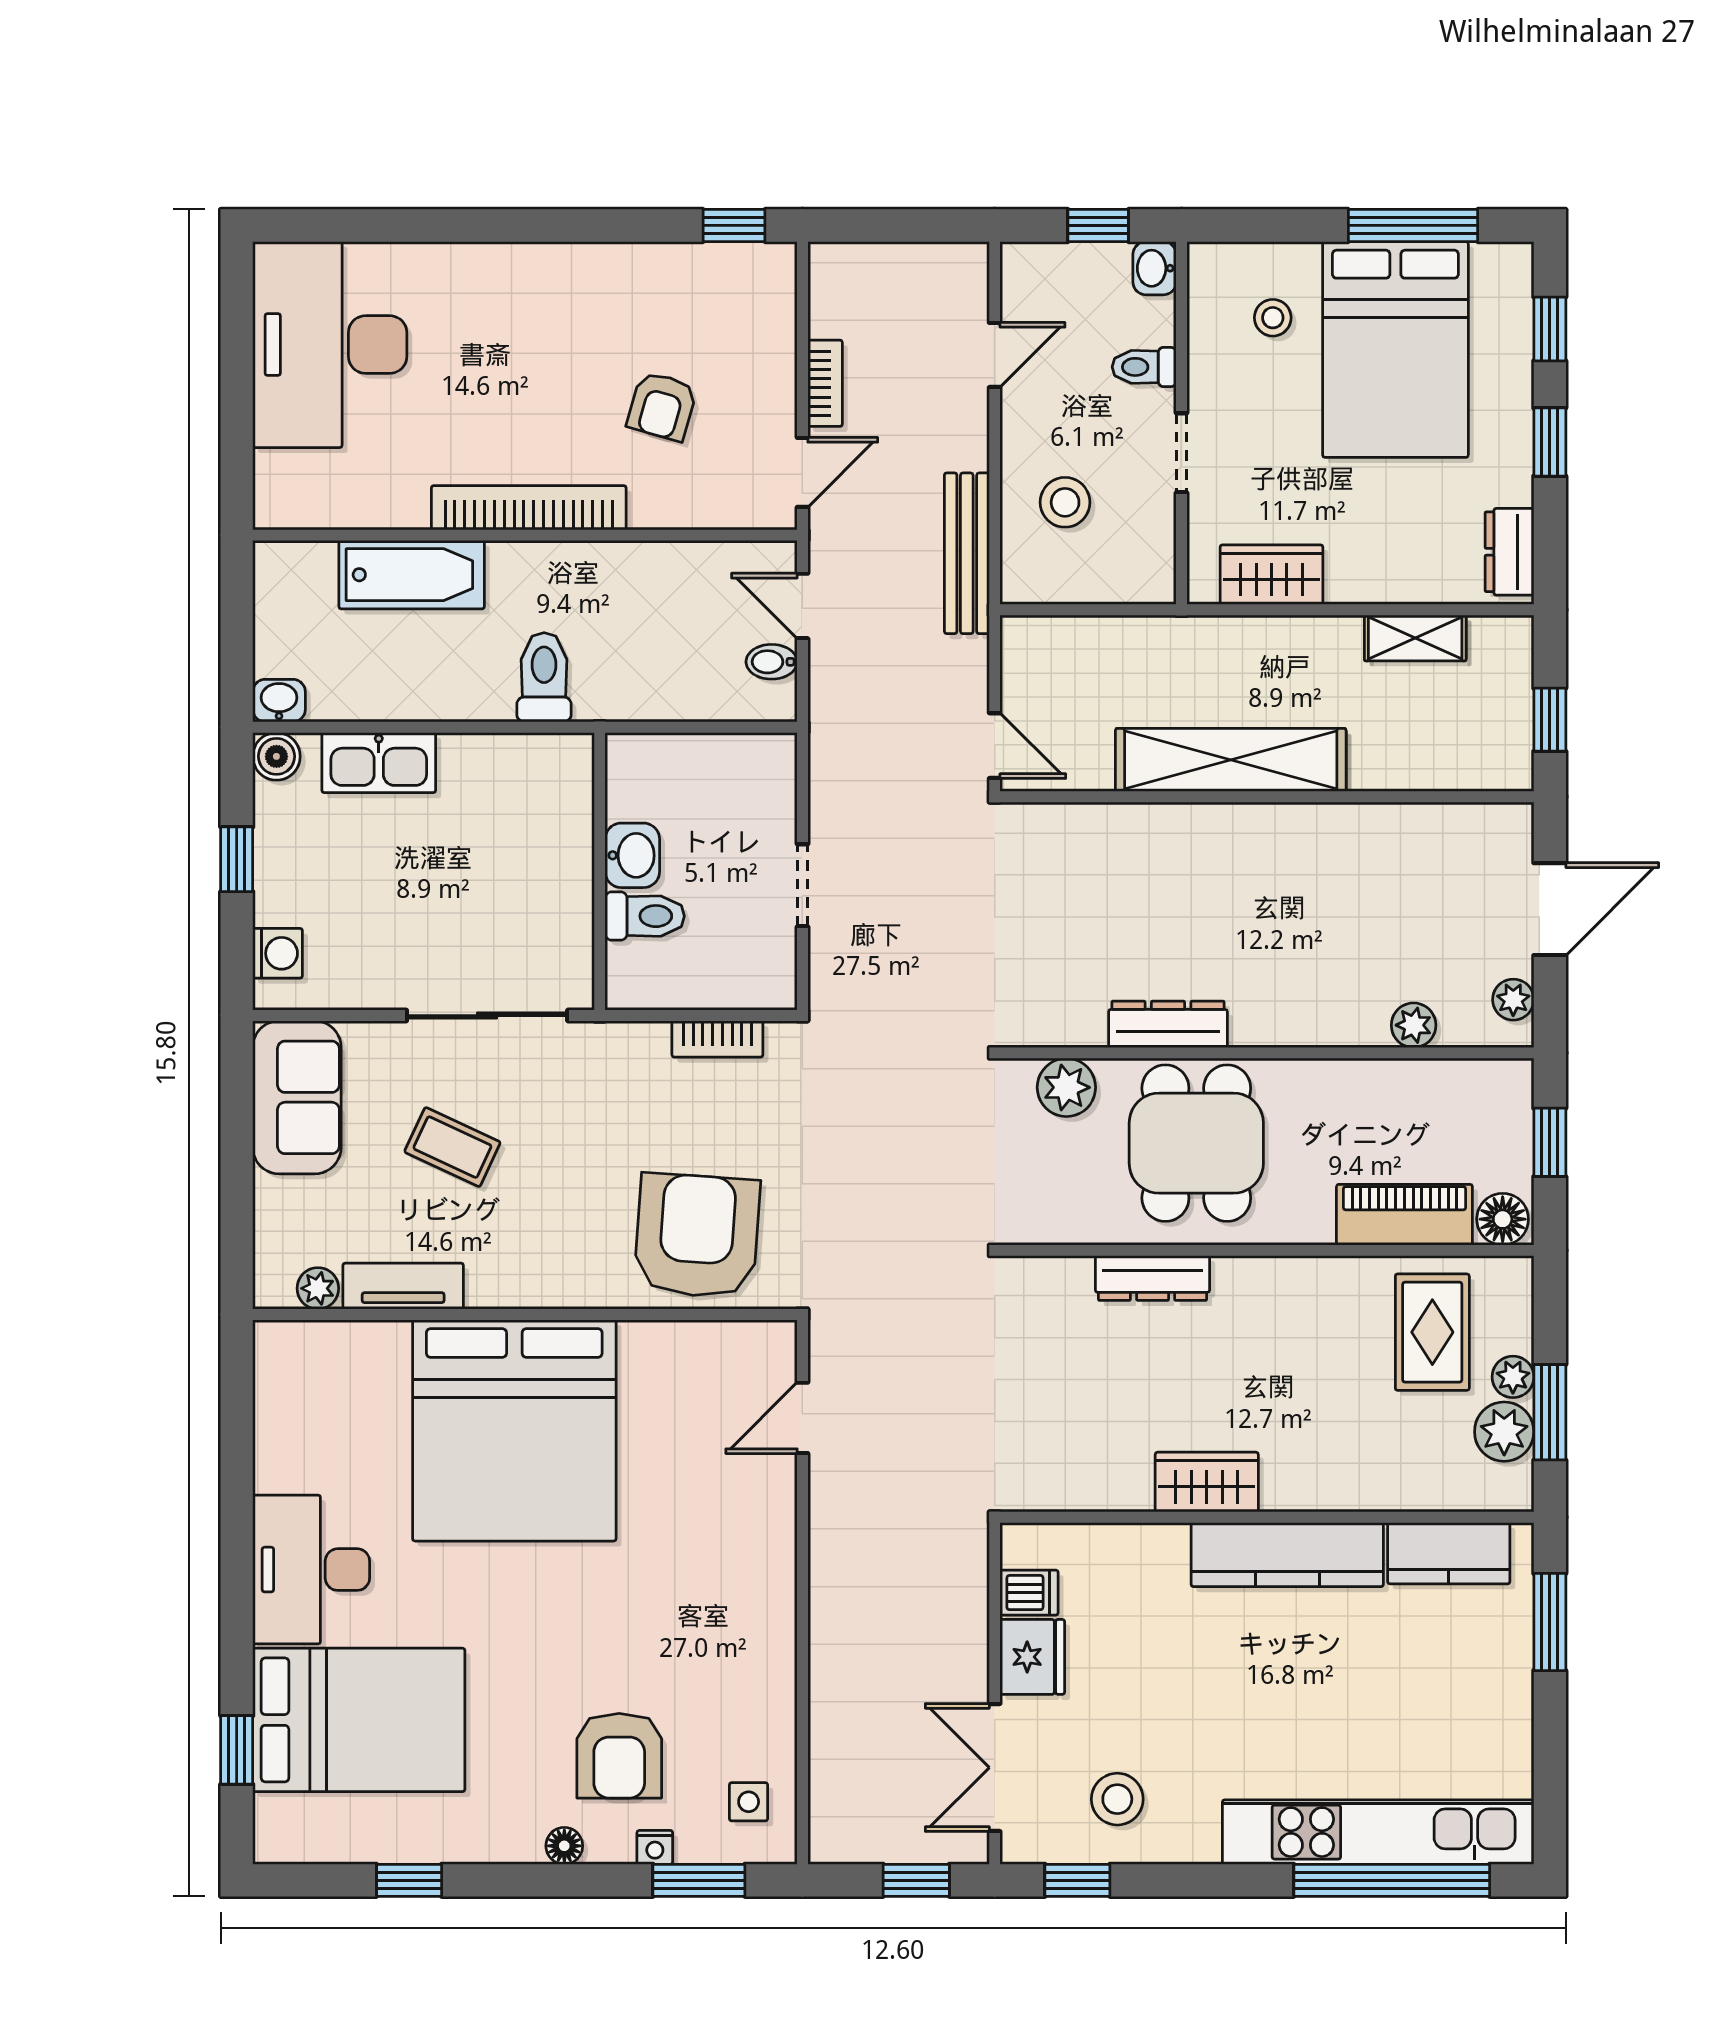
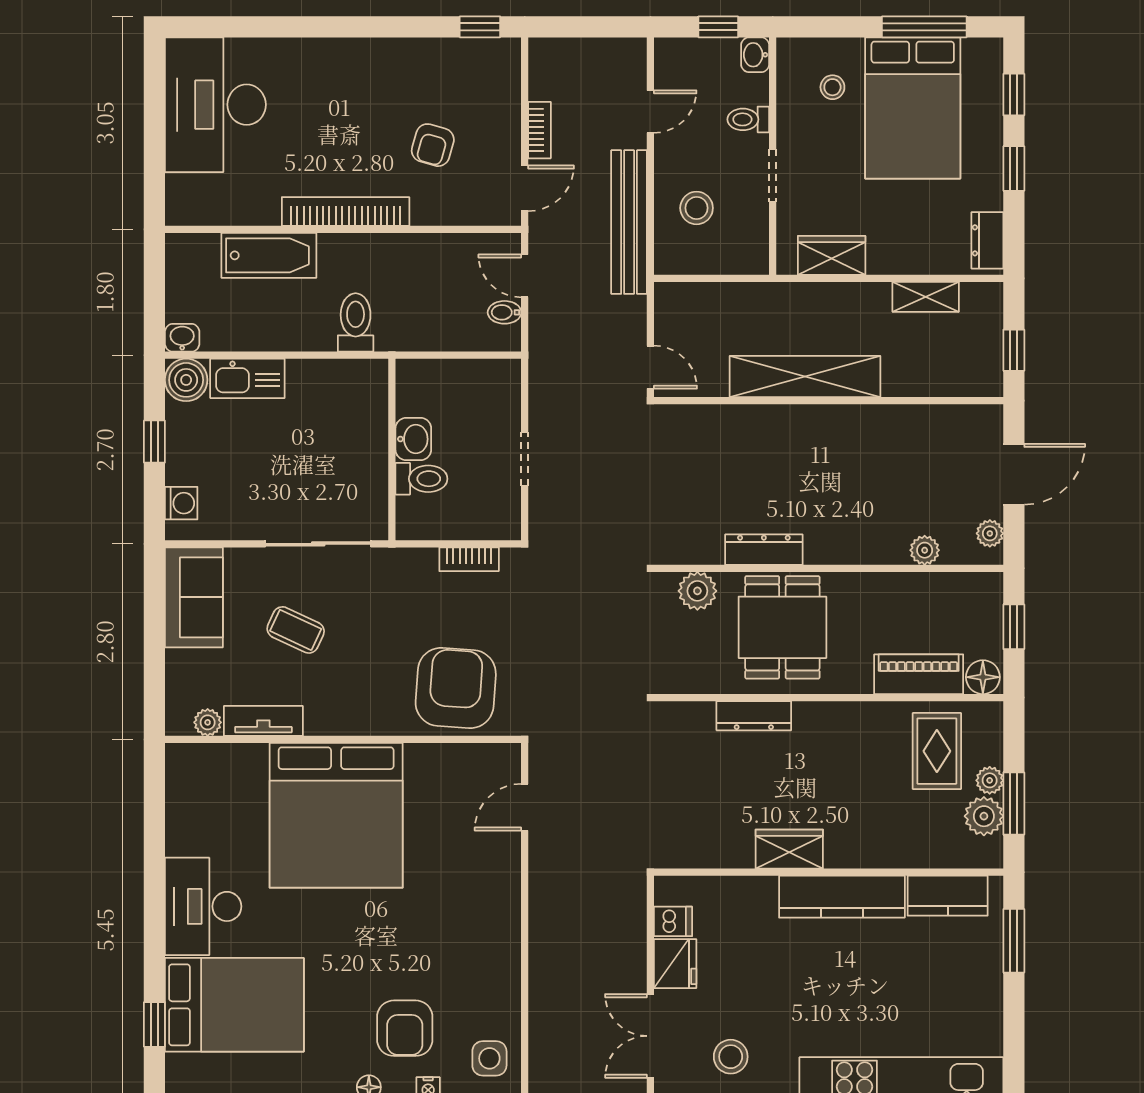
bench: (967, 553) -> (629, 222), width x1.37, depth x1.21
boiler: (276, 756) -> (186, 380), width x1.36, depth x1.36
side table: (749, 1802) -> (489, 1058), width x1.37, depth x1.37

